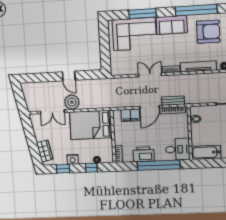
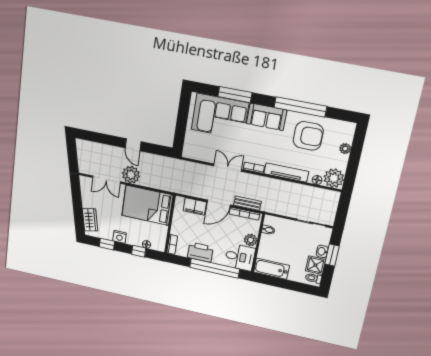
plant: (183, 132) -> (251, 240), added

